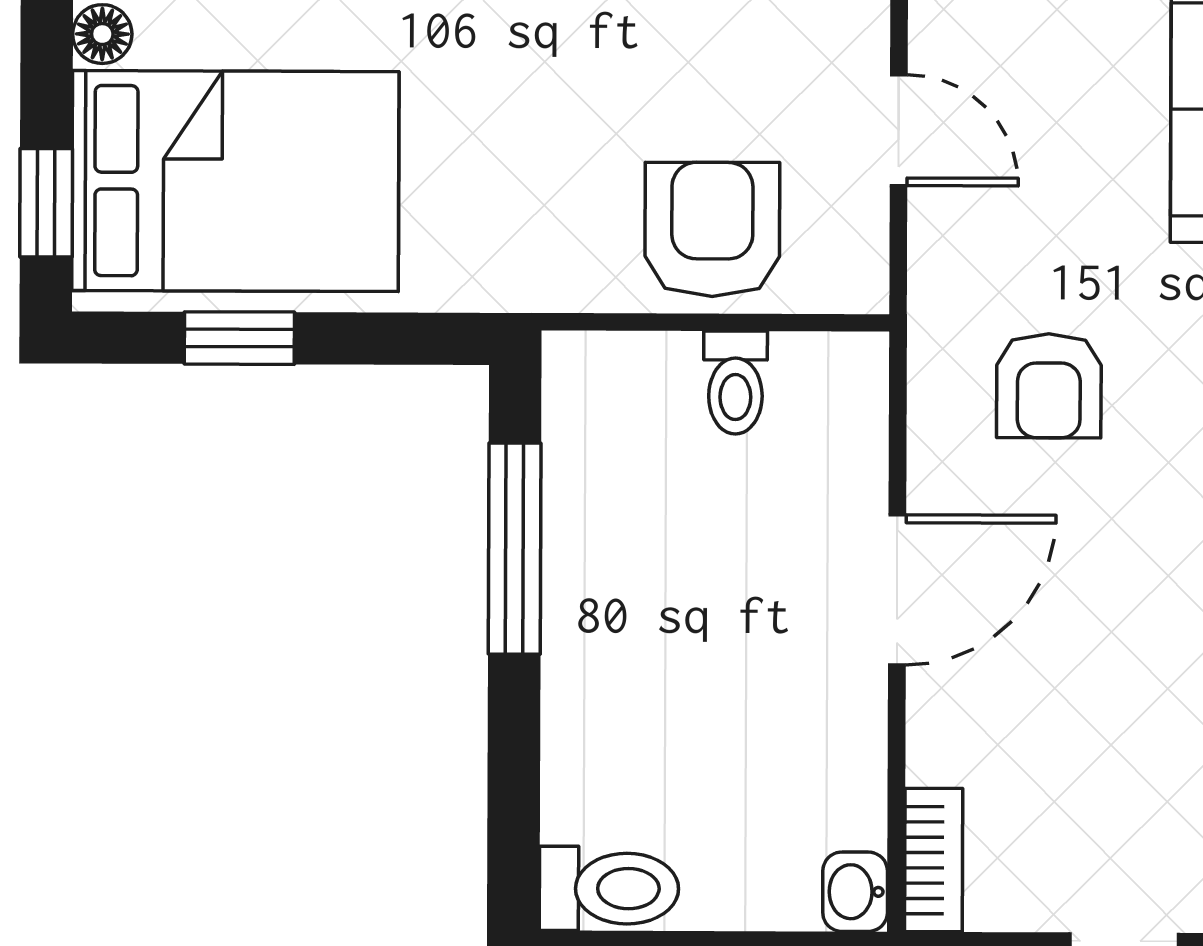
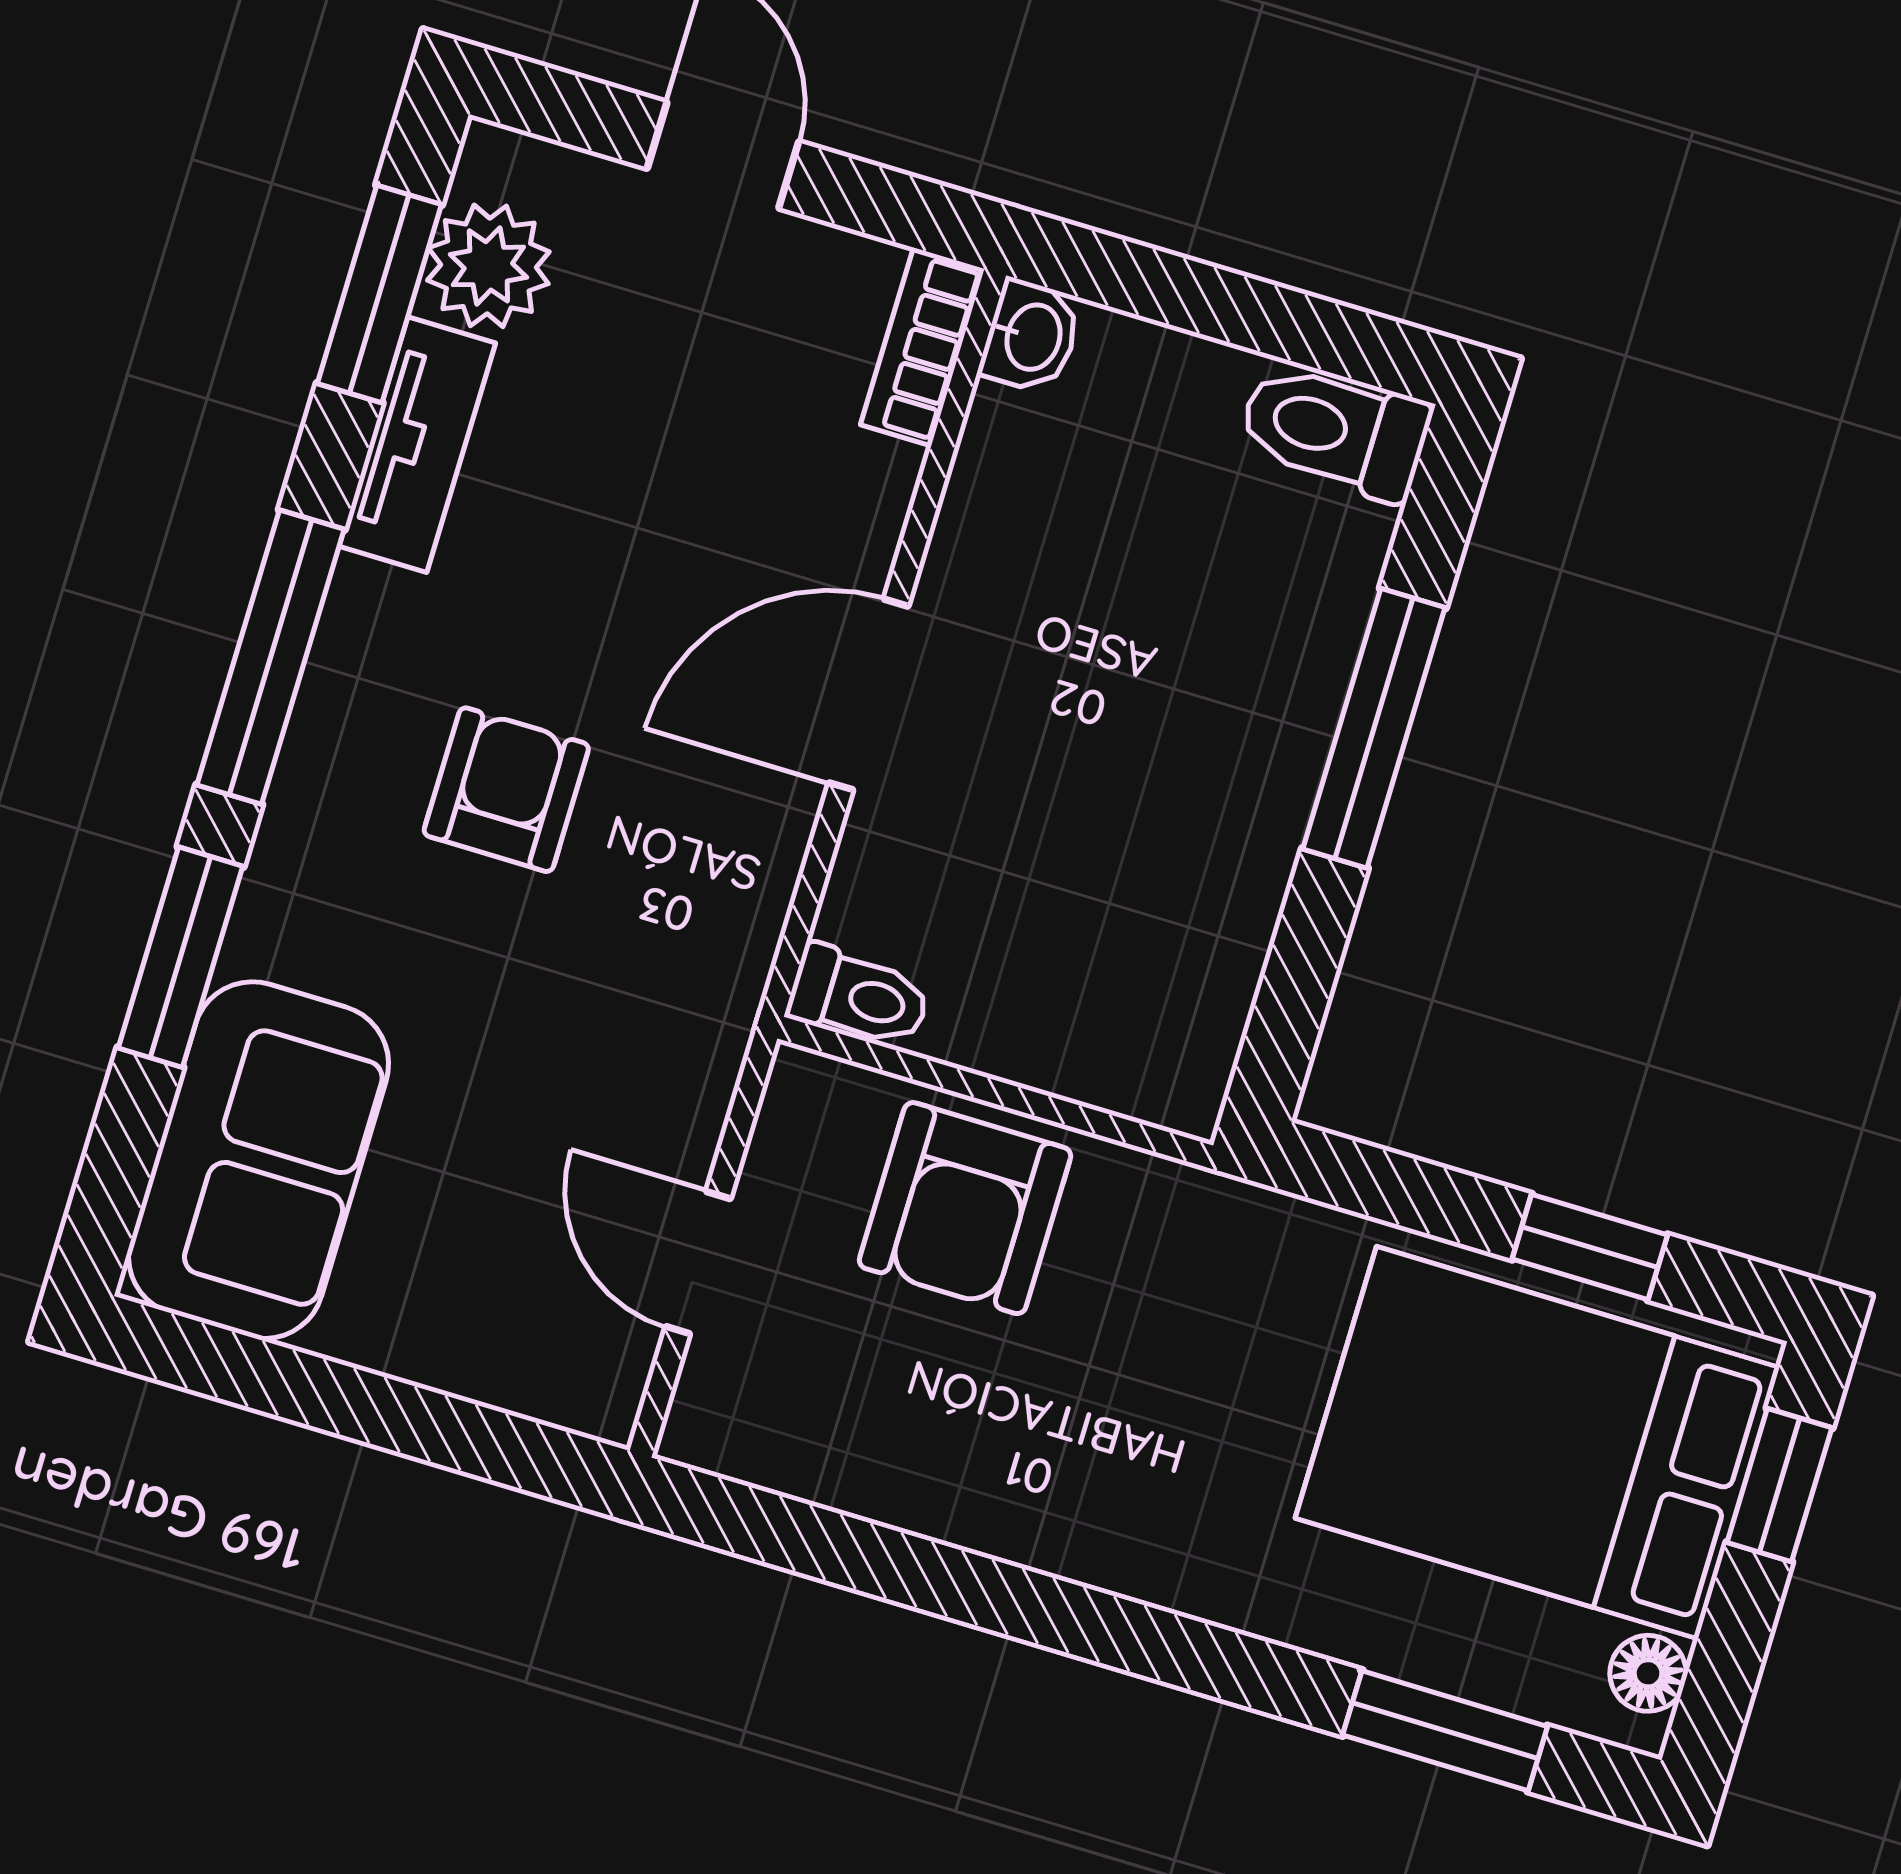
toilet: (735, 383) -> (859, 997), moved, turned 90
armchair: (1049, 386) -> (506, 790), moved
window: (515, 549) -> (1374, 728), moved

